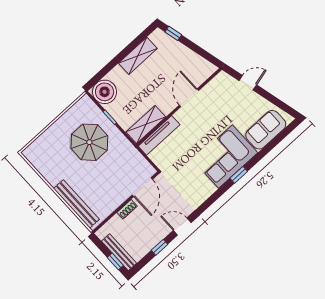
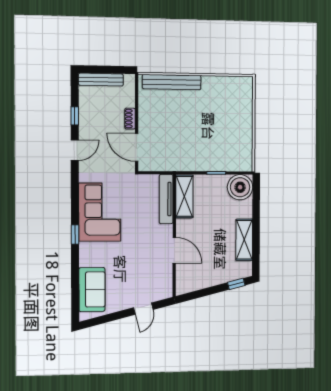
parasol: (89, 142) -> (211, 138), removed
corner sofa: (226, 157) -> (100, 212), moved
window: (115, 261) -> (96, 69), removed

